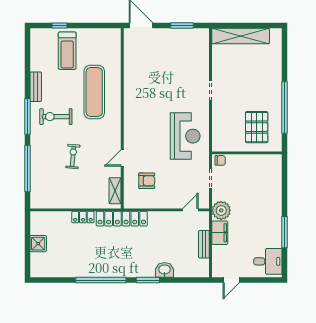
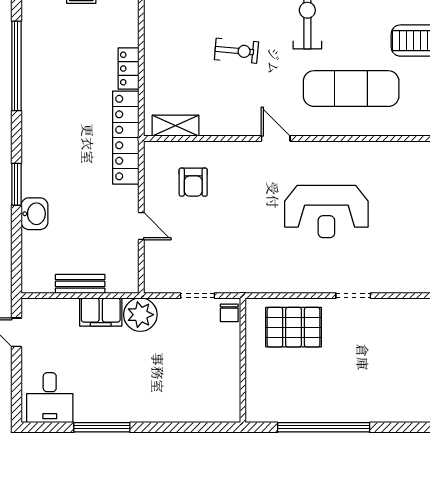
pallet: (257, 127) -> (294, 327), moved
reception desk: (185, 136) -> (326, 212), moved
door: (122, 158) -> (276, 138), moved
door: (190, 210) -> (141, 226), moved
window: (101, 280) -> (16, 66), moved

